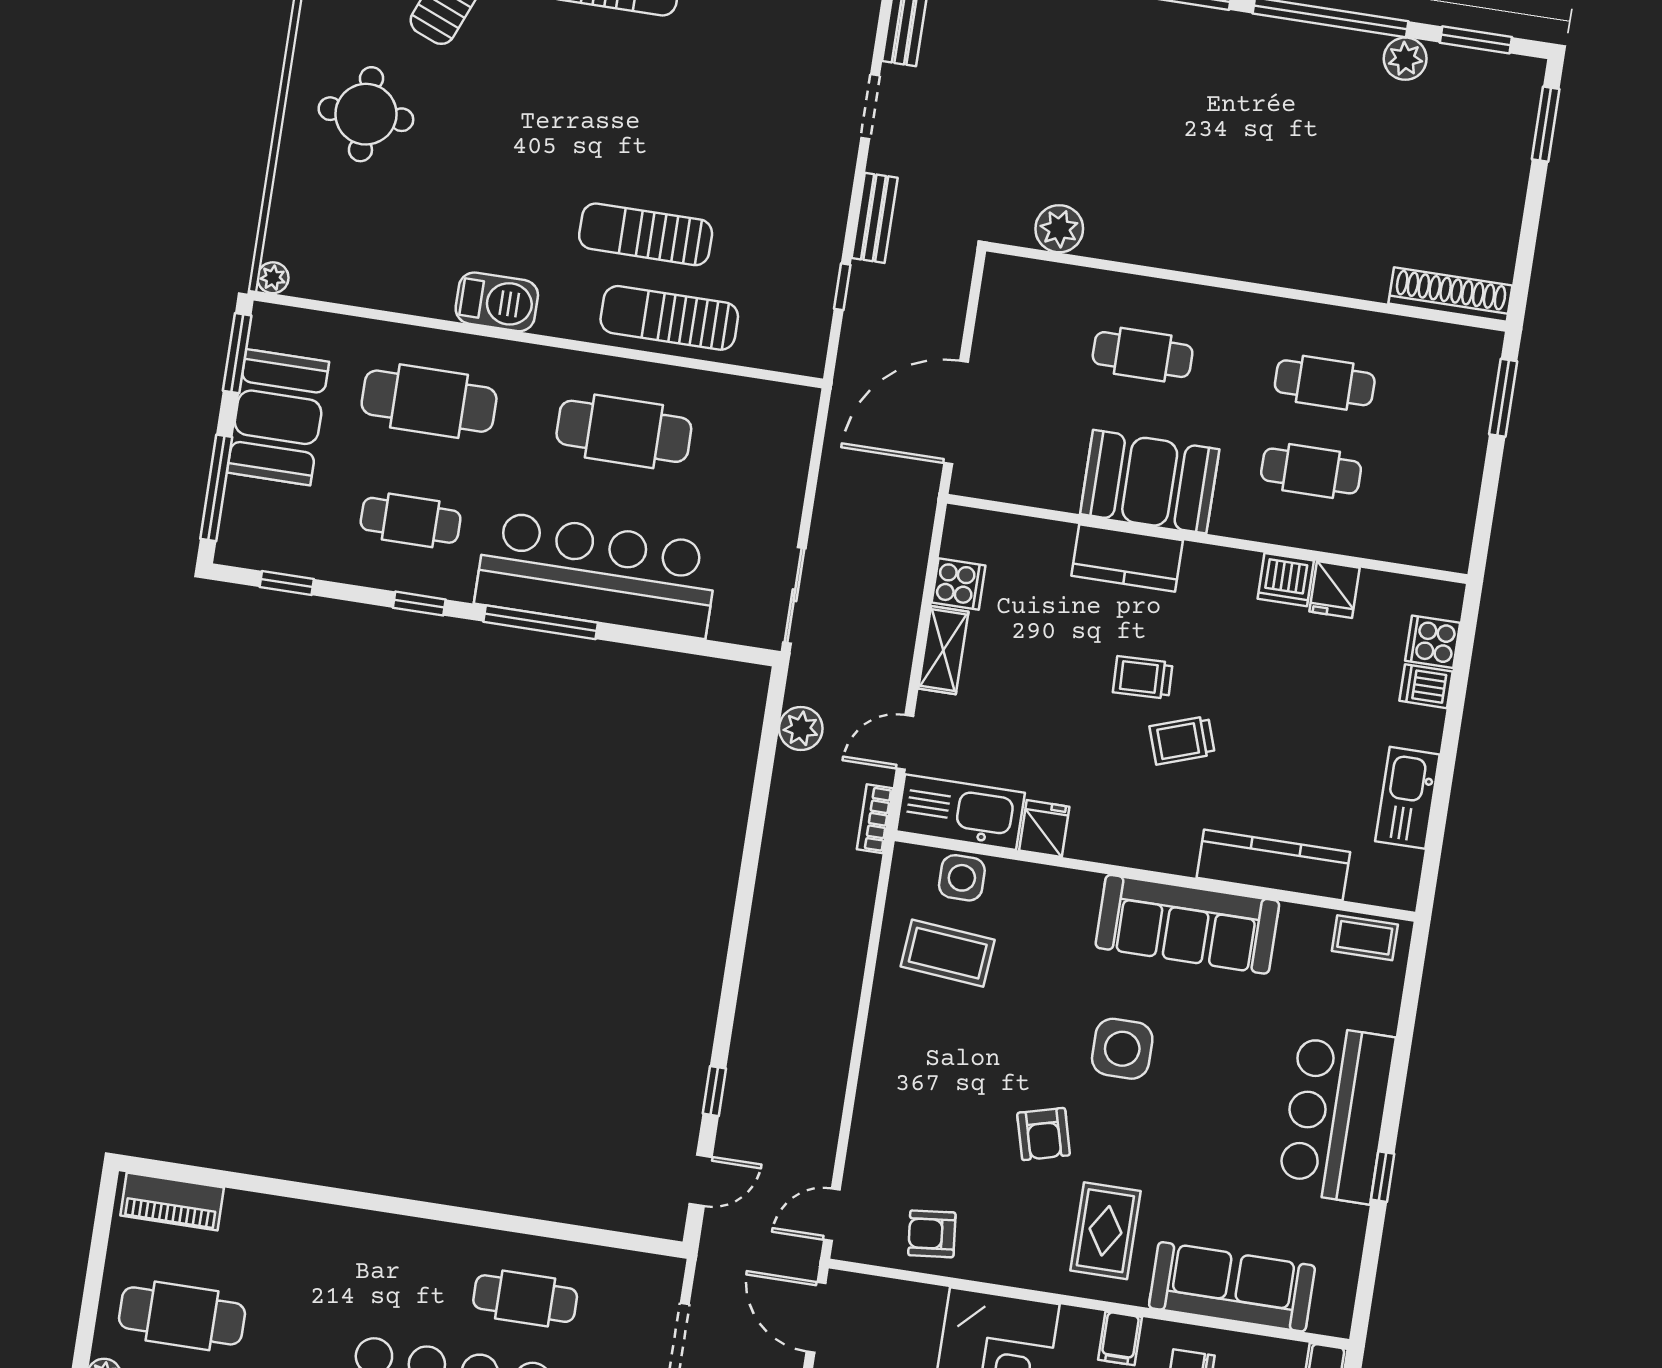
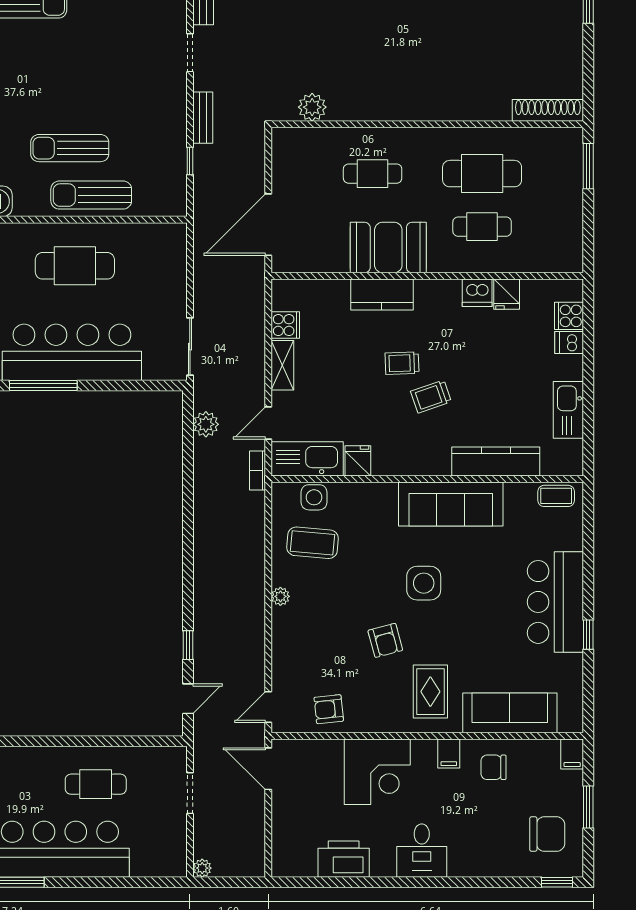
cafe table: (1325, 383) -> (482, 174), width x1.37, depth x1.35
plant: (881, 1034) -> (280, 596), added

